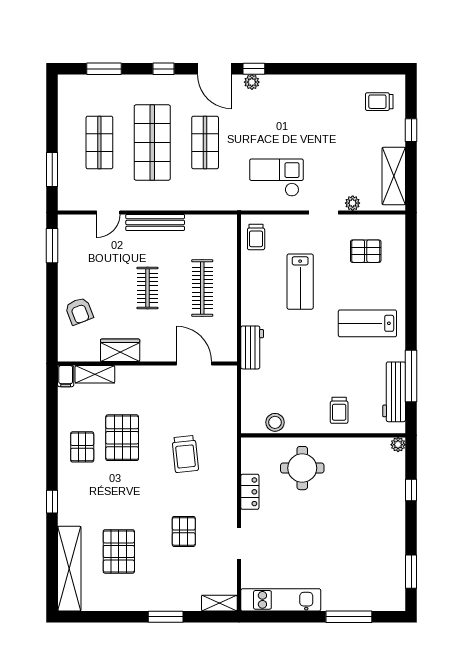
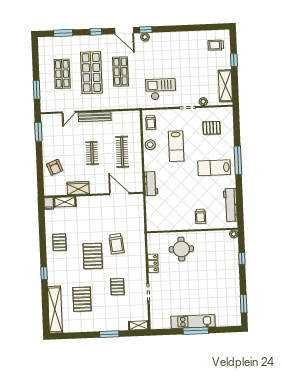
window: (411, 376) -> (238, 160), moved
stool: (275, 422) -> (150, 145), moved
pallet: (122, 438) -> (93, 256), moved
kitchen unit: (281, 600) -> (193, 321), moved
window: (349, 617) -> (196, 331), moved

